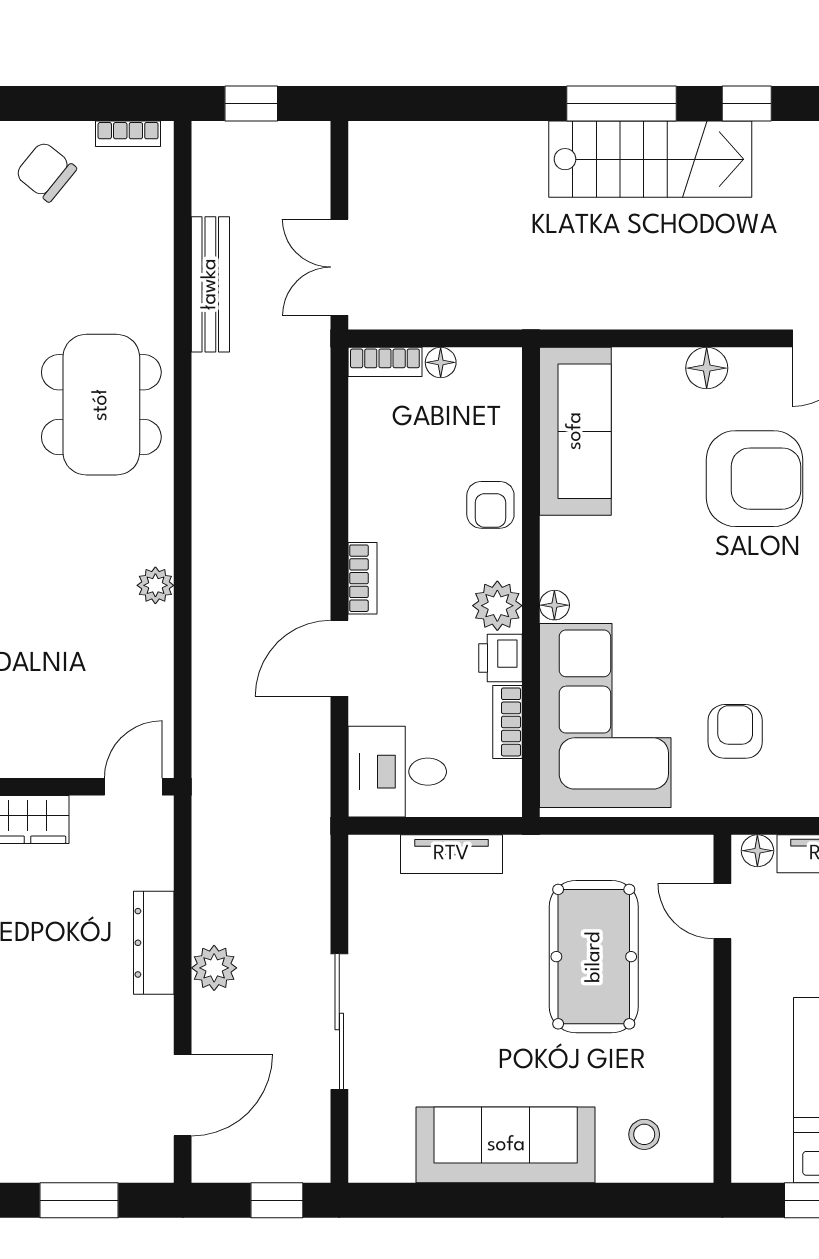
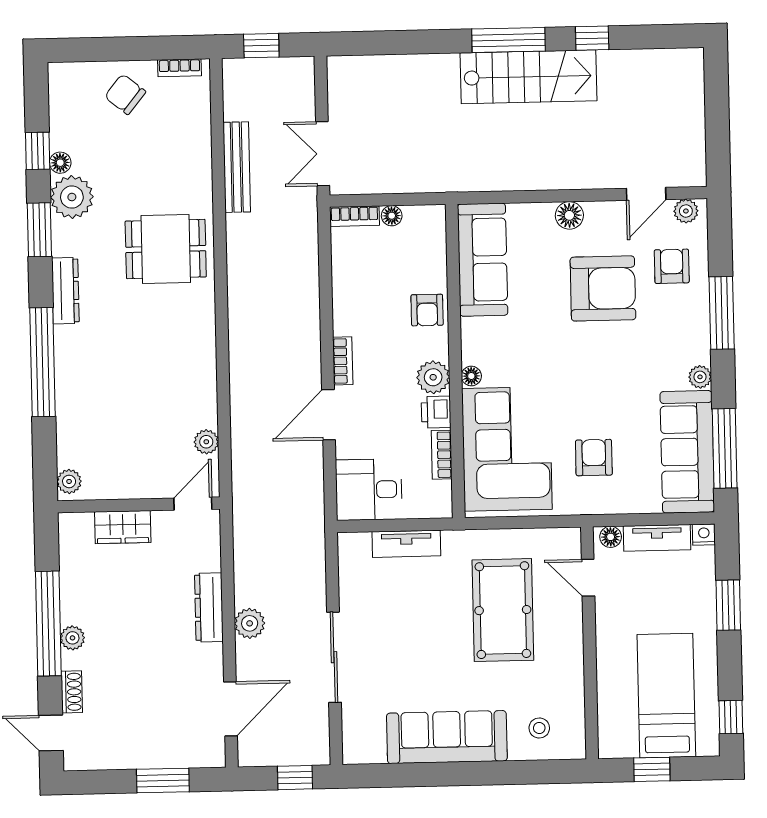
dining table: (101, 405) -> (166, 249), width x0.73
plant: (155, 585) -> (206, 442), moved

